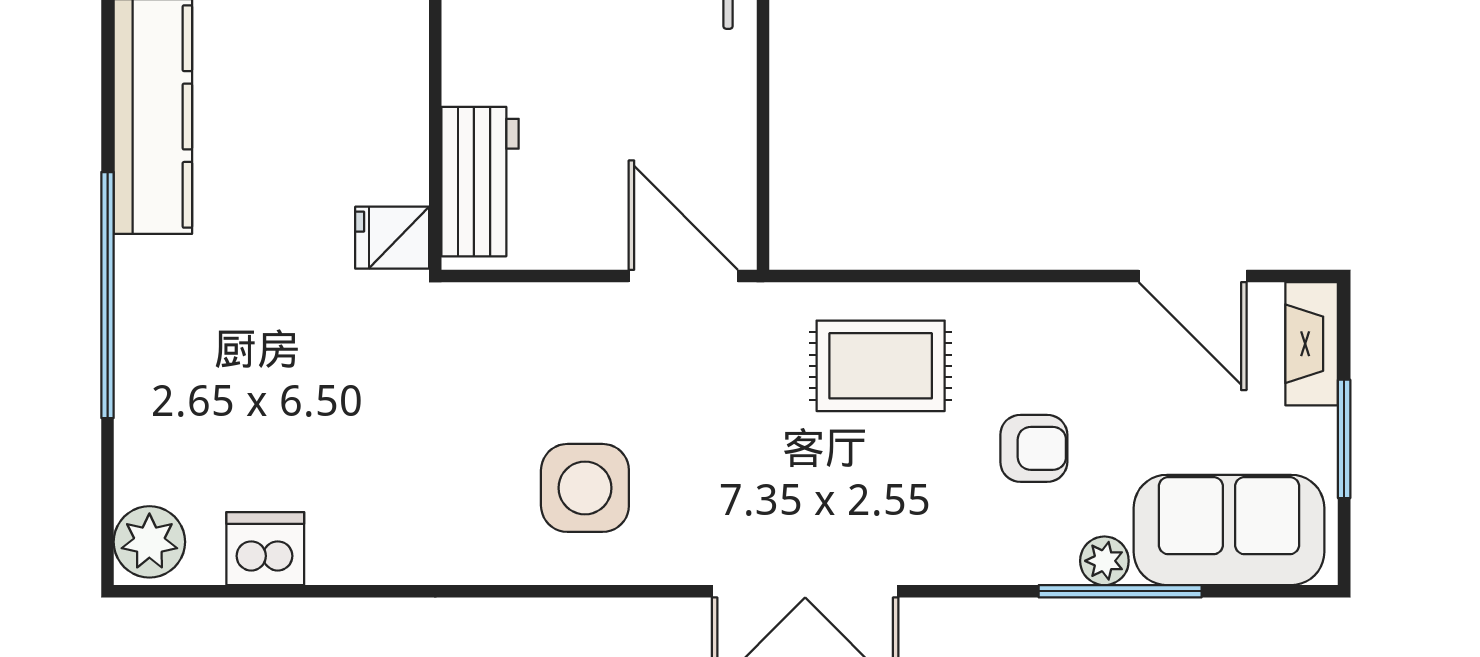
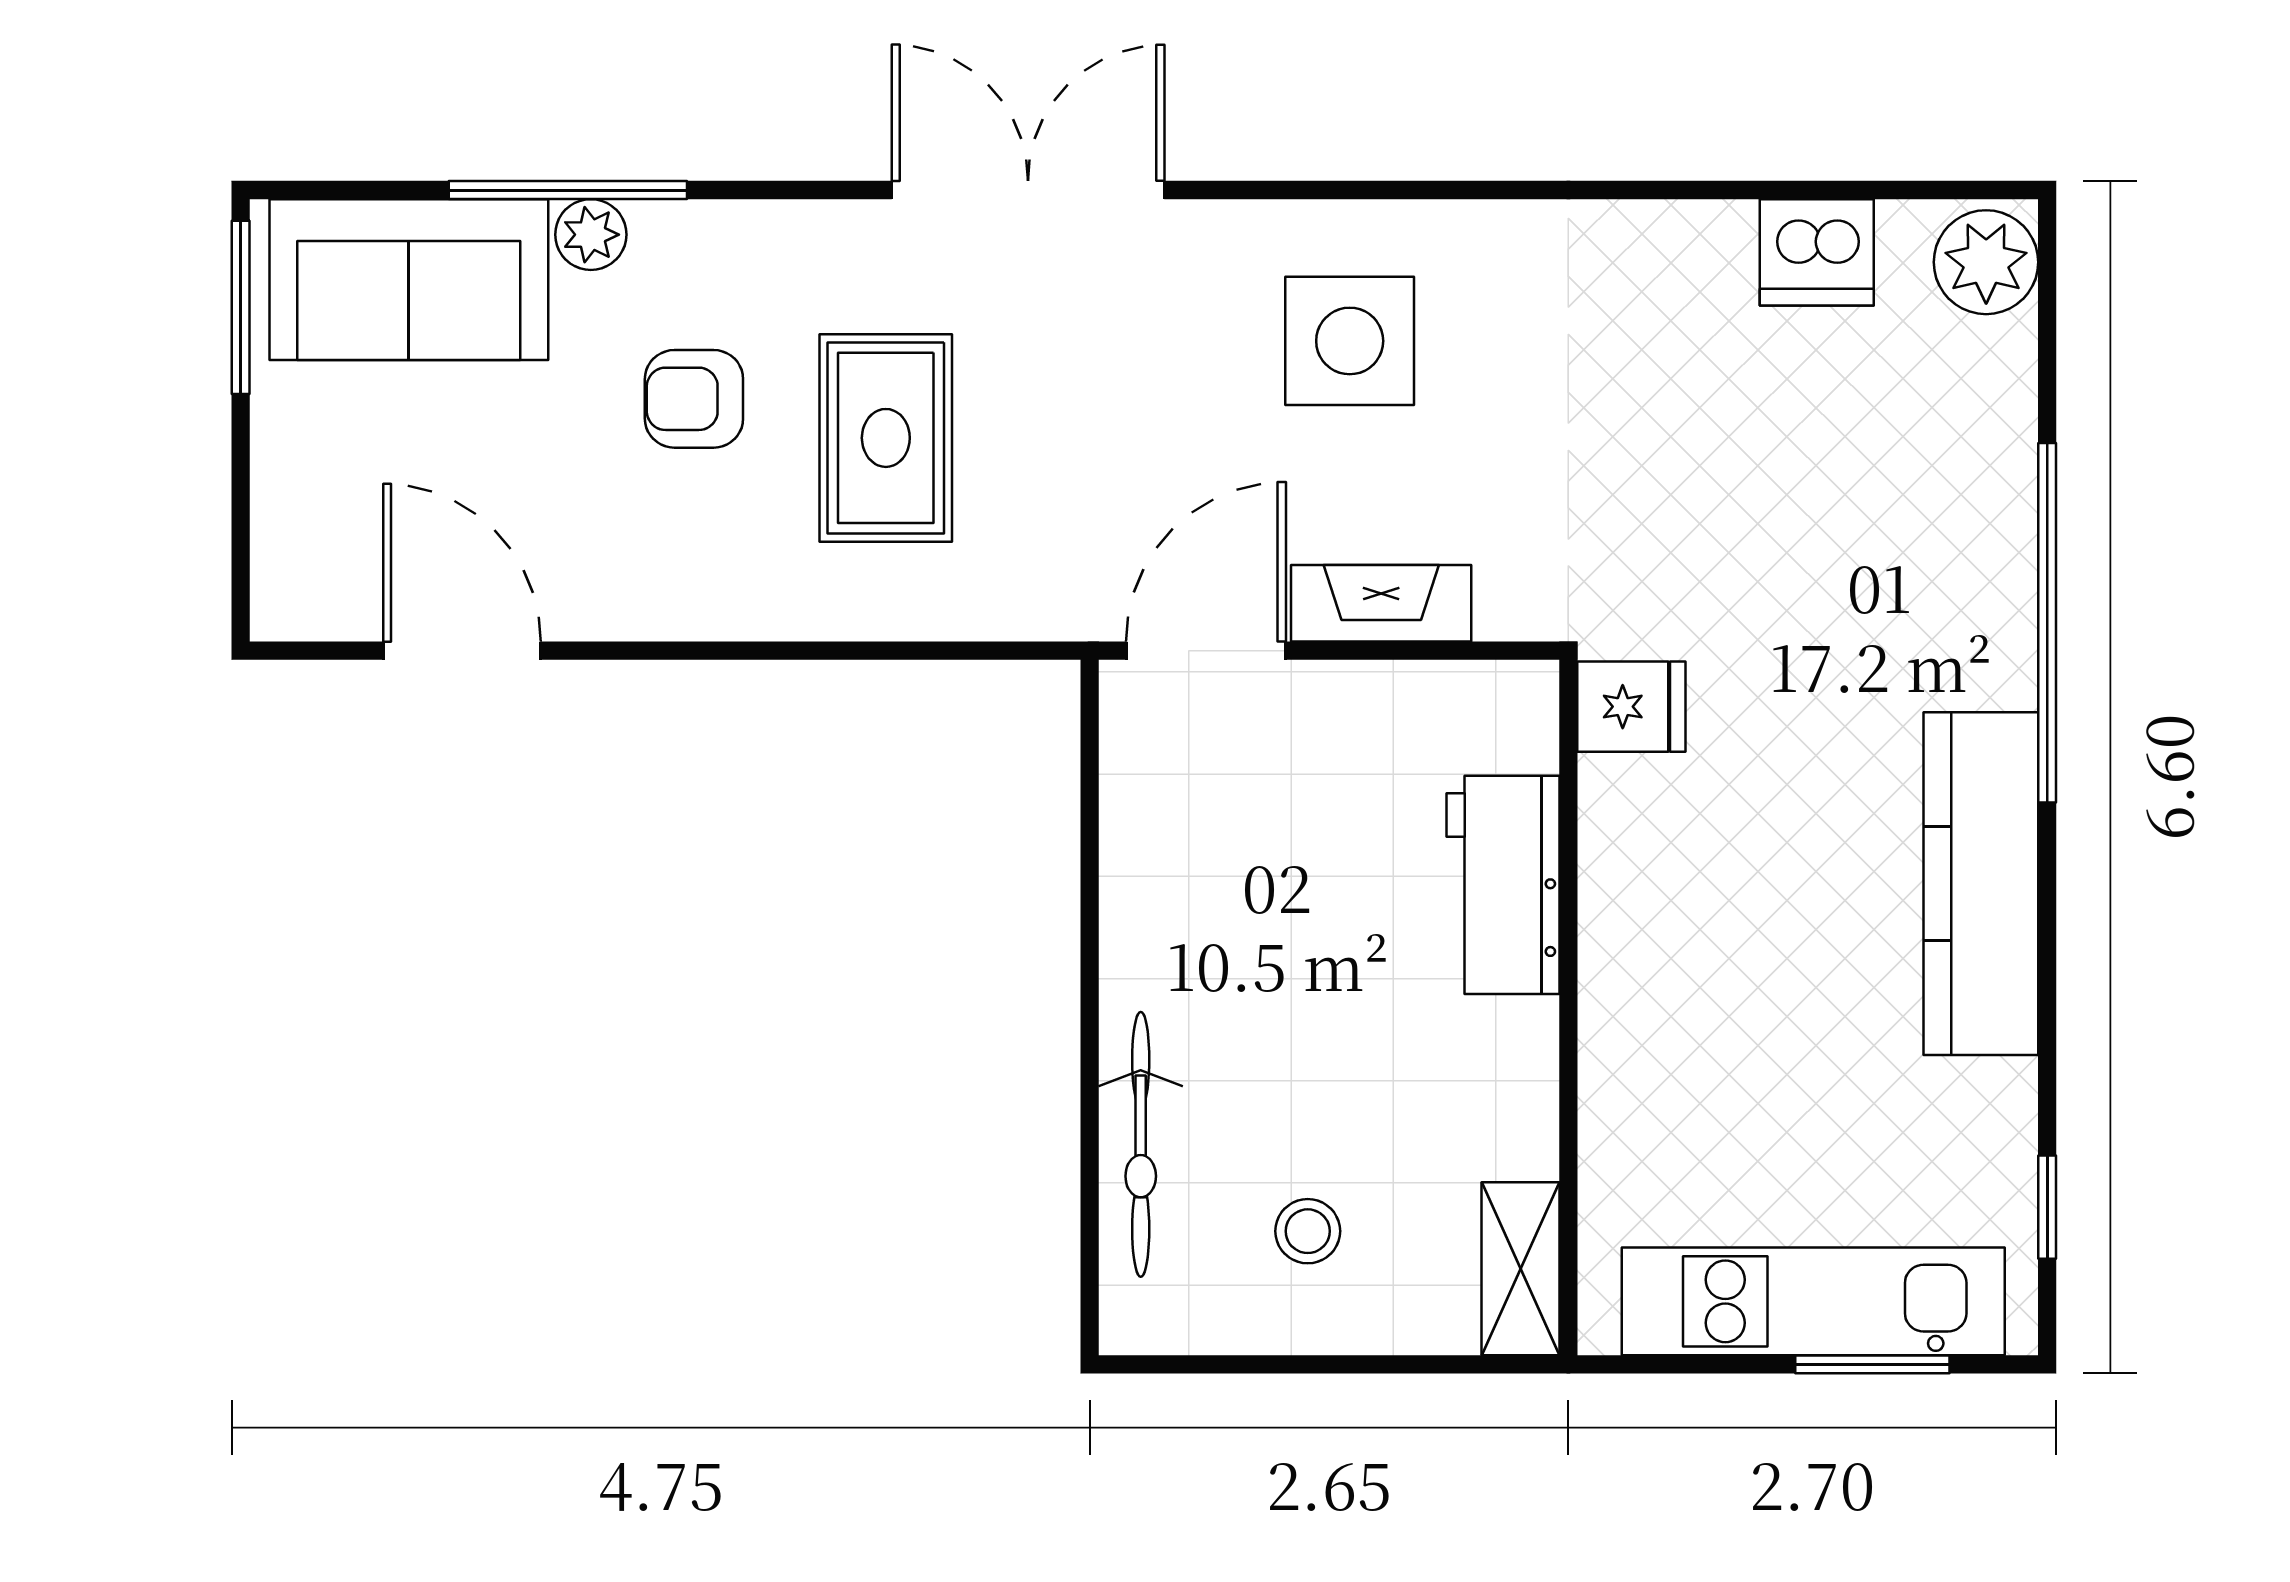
workbench: (480, 182) -> (1503, 885), moved
door: (683, 276) -> (1206, 651), swing flipped
fireplace: (1312, 344) -> (1381, 603), moved, turned -90
rug: (881, 366) -> (886, 438), moved, turned 90
window: (1344, 439) -> (241, 307), moved

